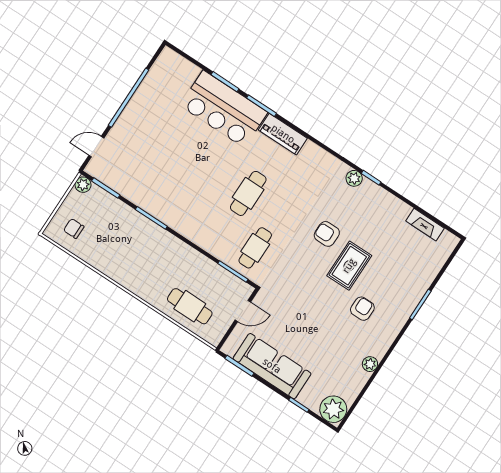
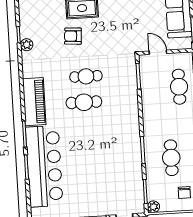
bar counter: (224, 109) -> (44, 166), width x1.36
piano: (283, 134) -> (34, 102), width x1.37, depth x1.33
armchair: (327, 234) -> (73, 36), turned 94
cafe table: (121, 242) -> (171, 158), added
cafe table: (255, 248) -> (86, 76), moved

